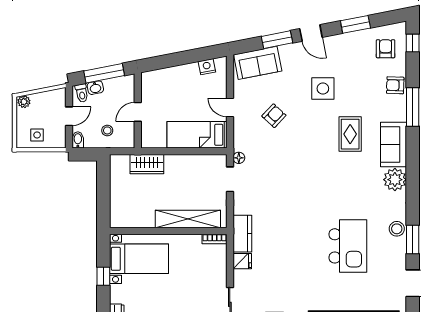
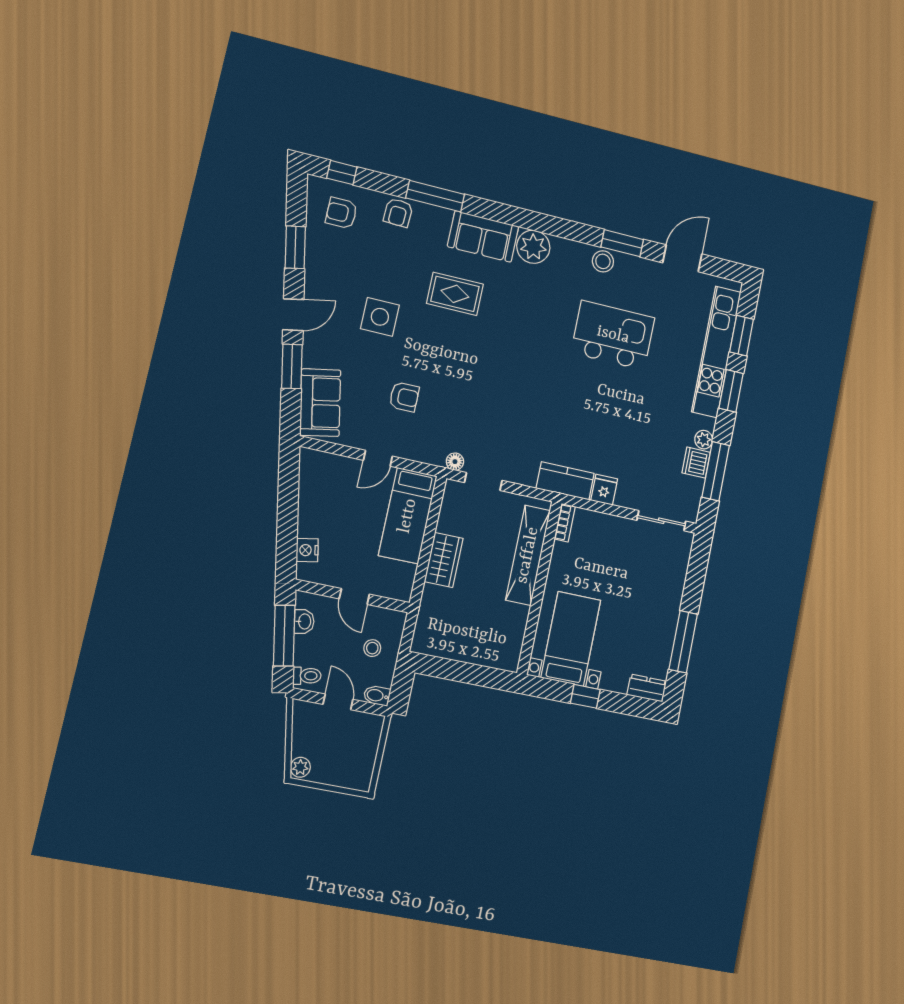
nightstand: (207, 67) -> (307, 550), moved
washbasin: (95, 88) -> (304, 621), moved
armchair: (274, 116) -> (404, 397), turned 137
side table: (37, 135) -> (356, 756), removed
wardrobe: (147, 164) -> (444, 560), moved

